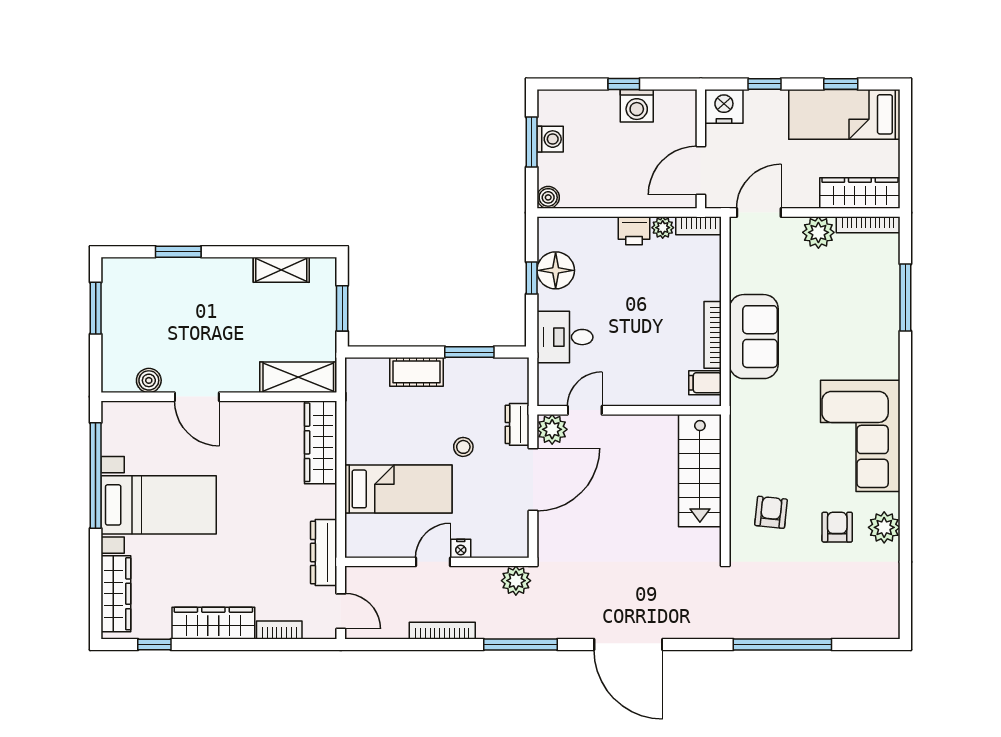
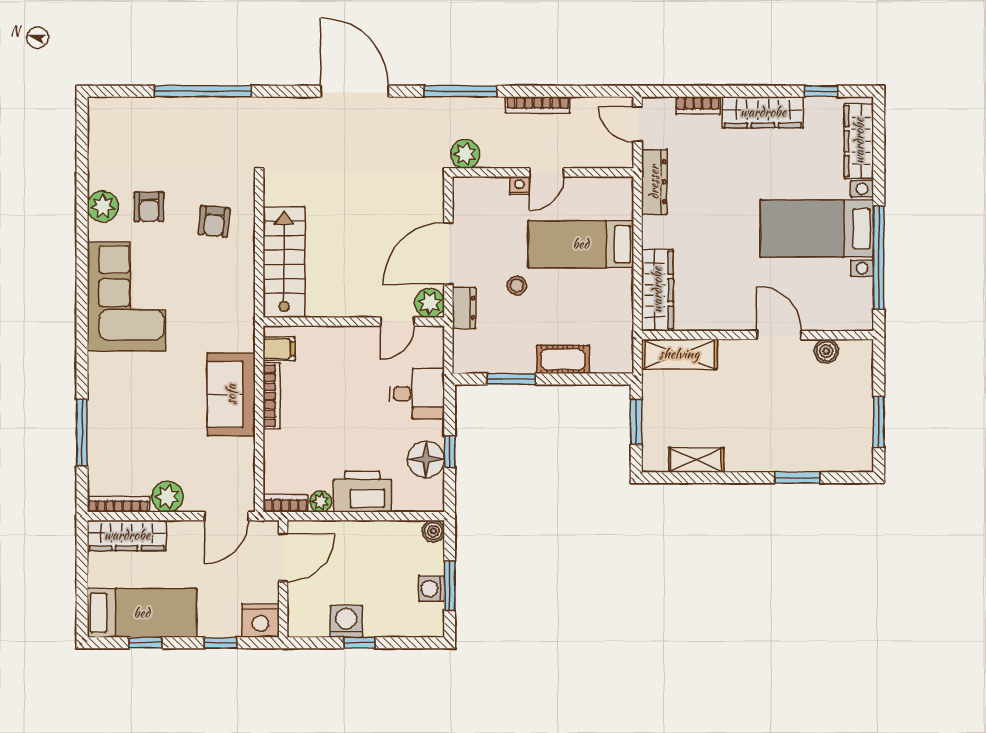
printer: (634, 231) -> (362, 492), width x1.87, depth x1.48

